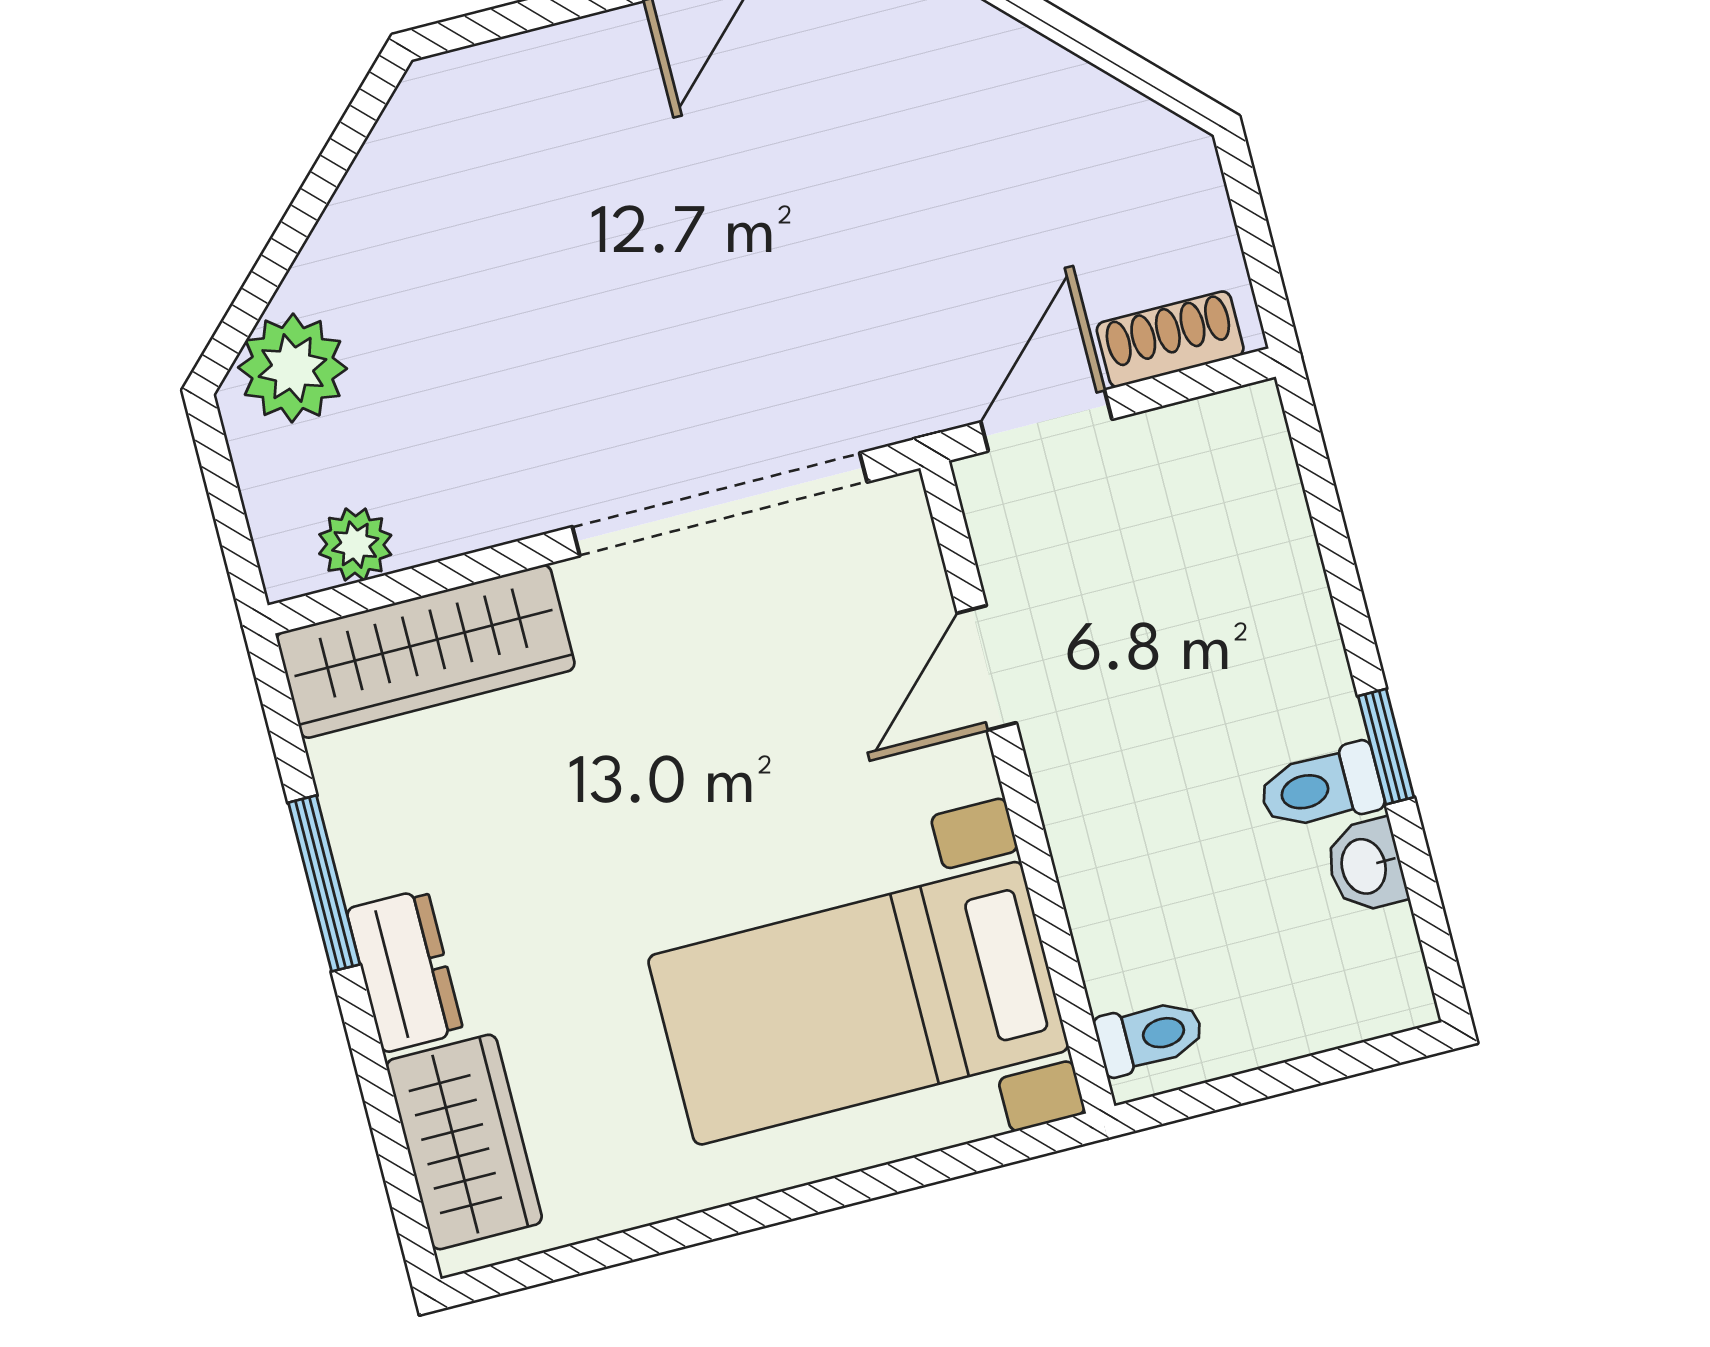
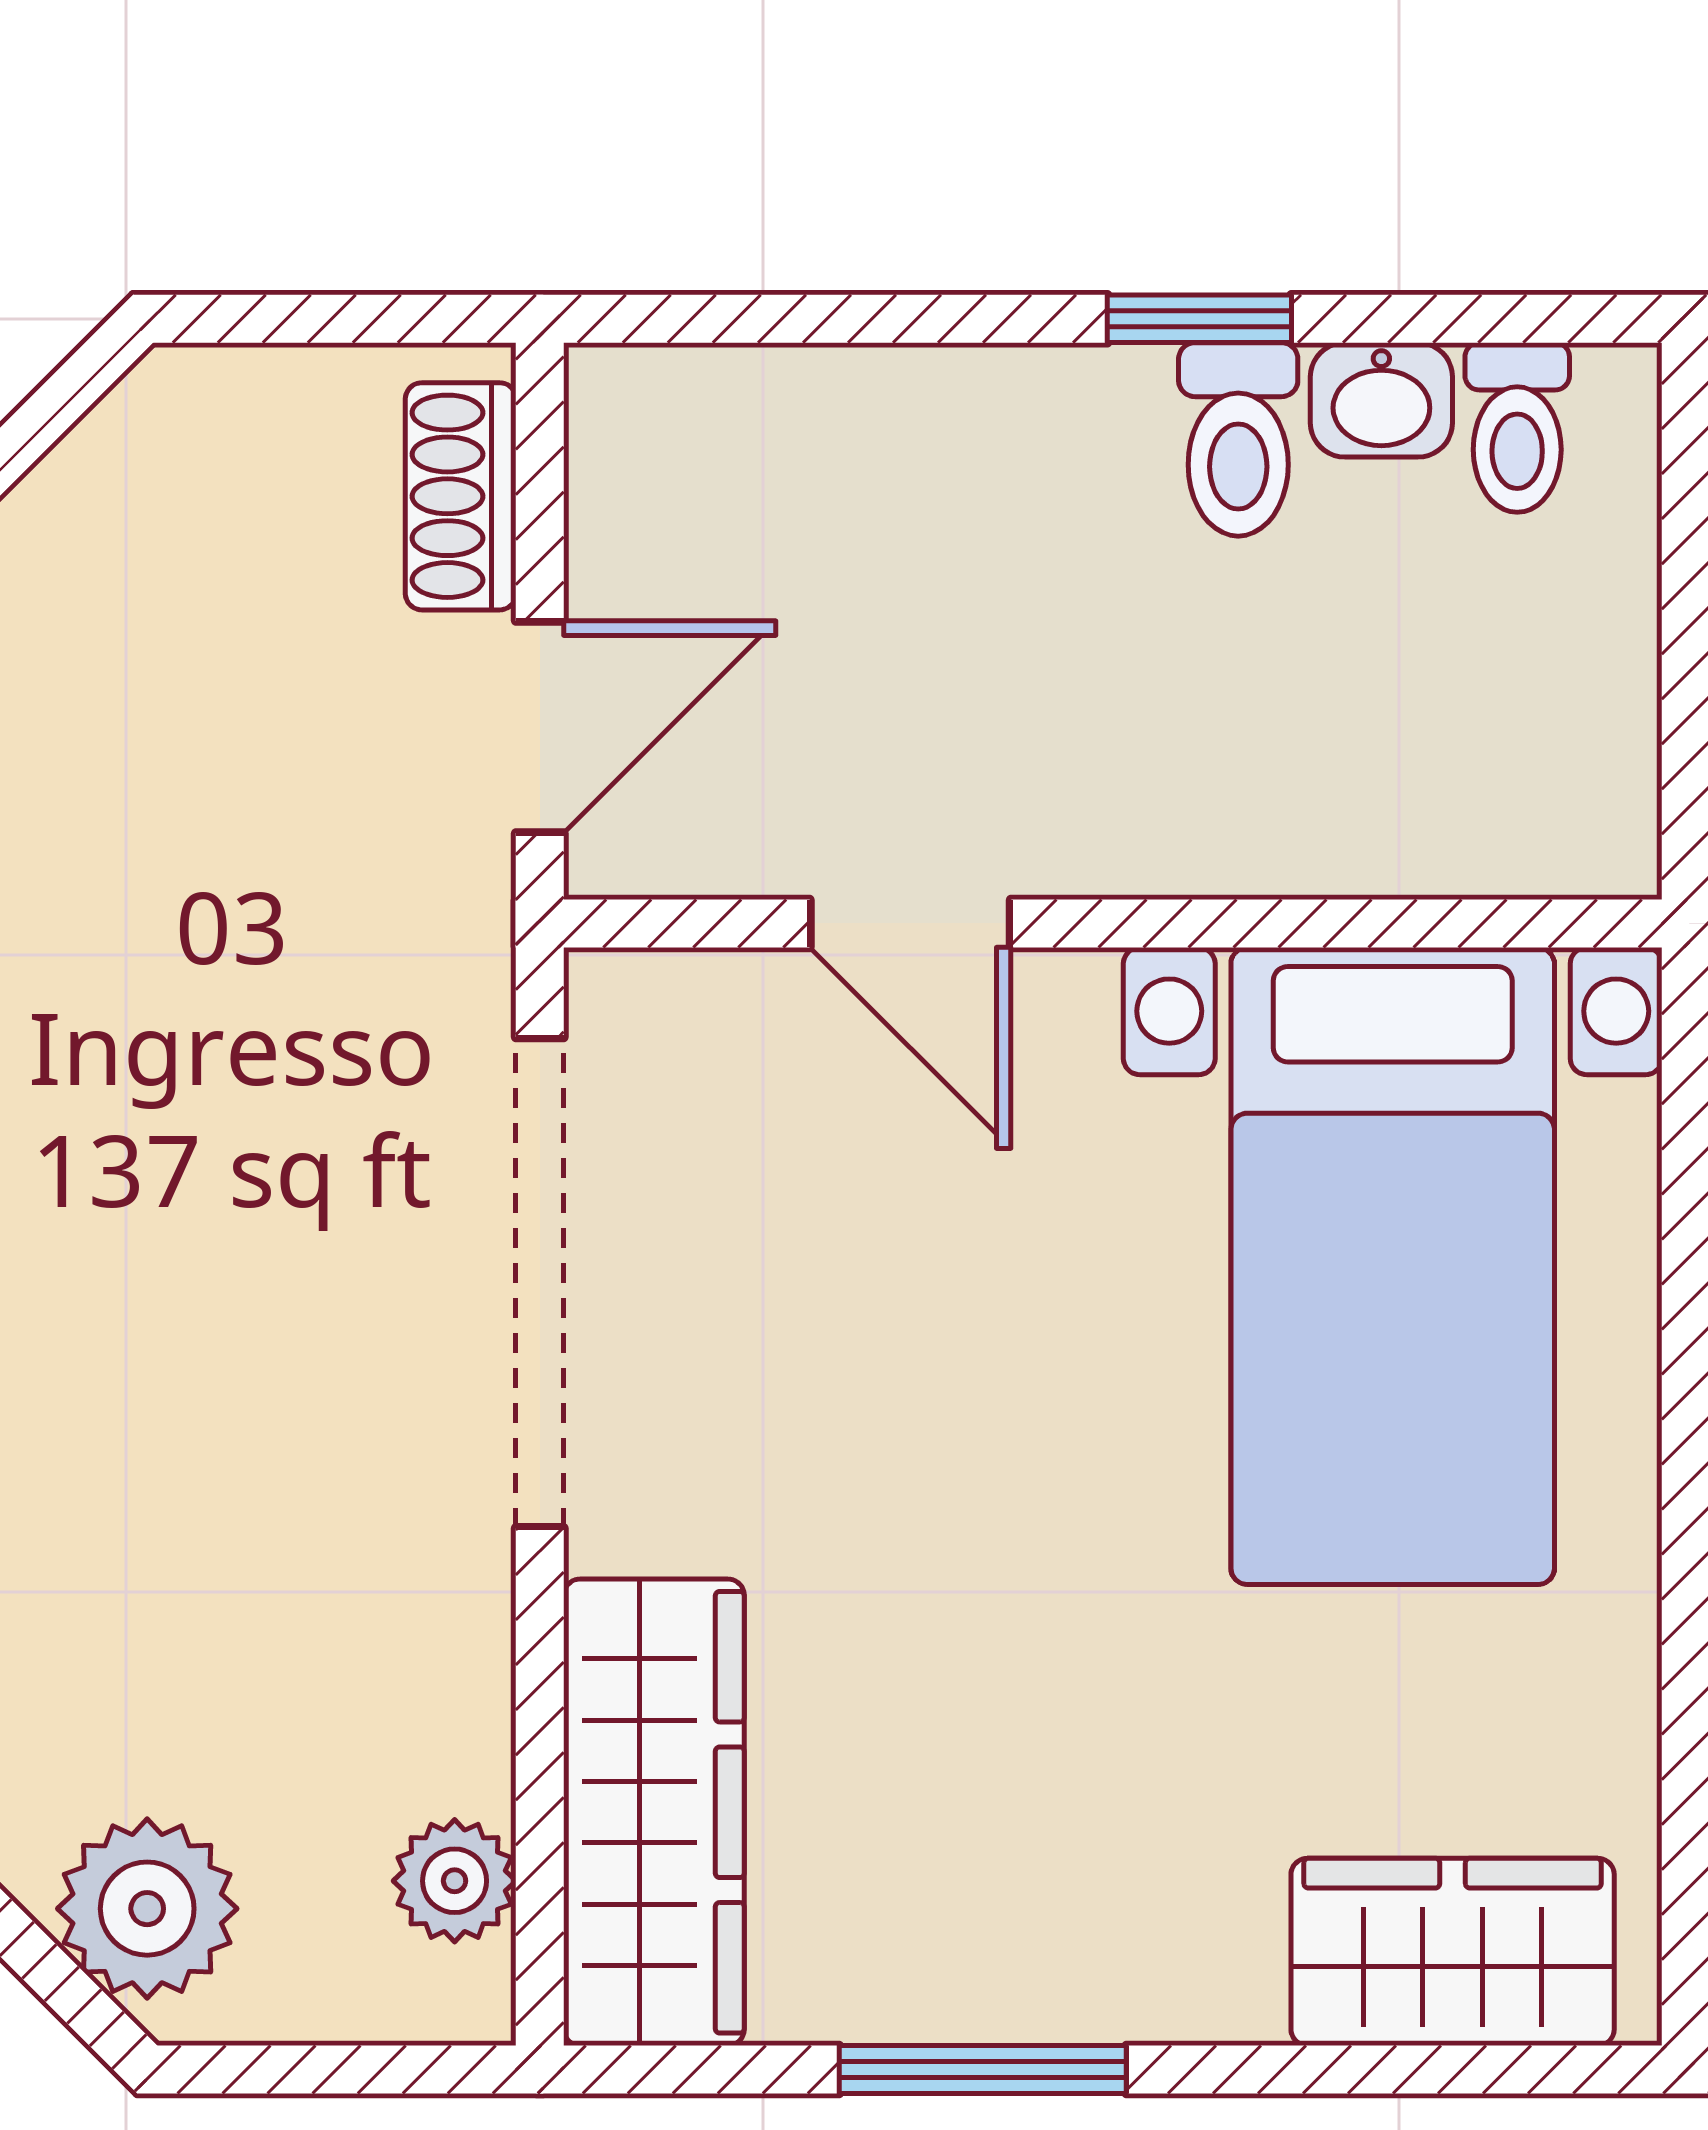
door: (1046, 421) -> (540, 727), swing flipped
dresser: (405, 971) -> (1155, 1976), removed
toilet: (1150, 1036) -> (1517, 427), moved, turned 180

